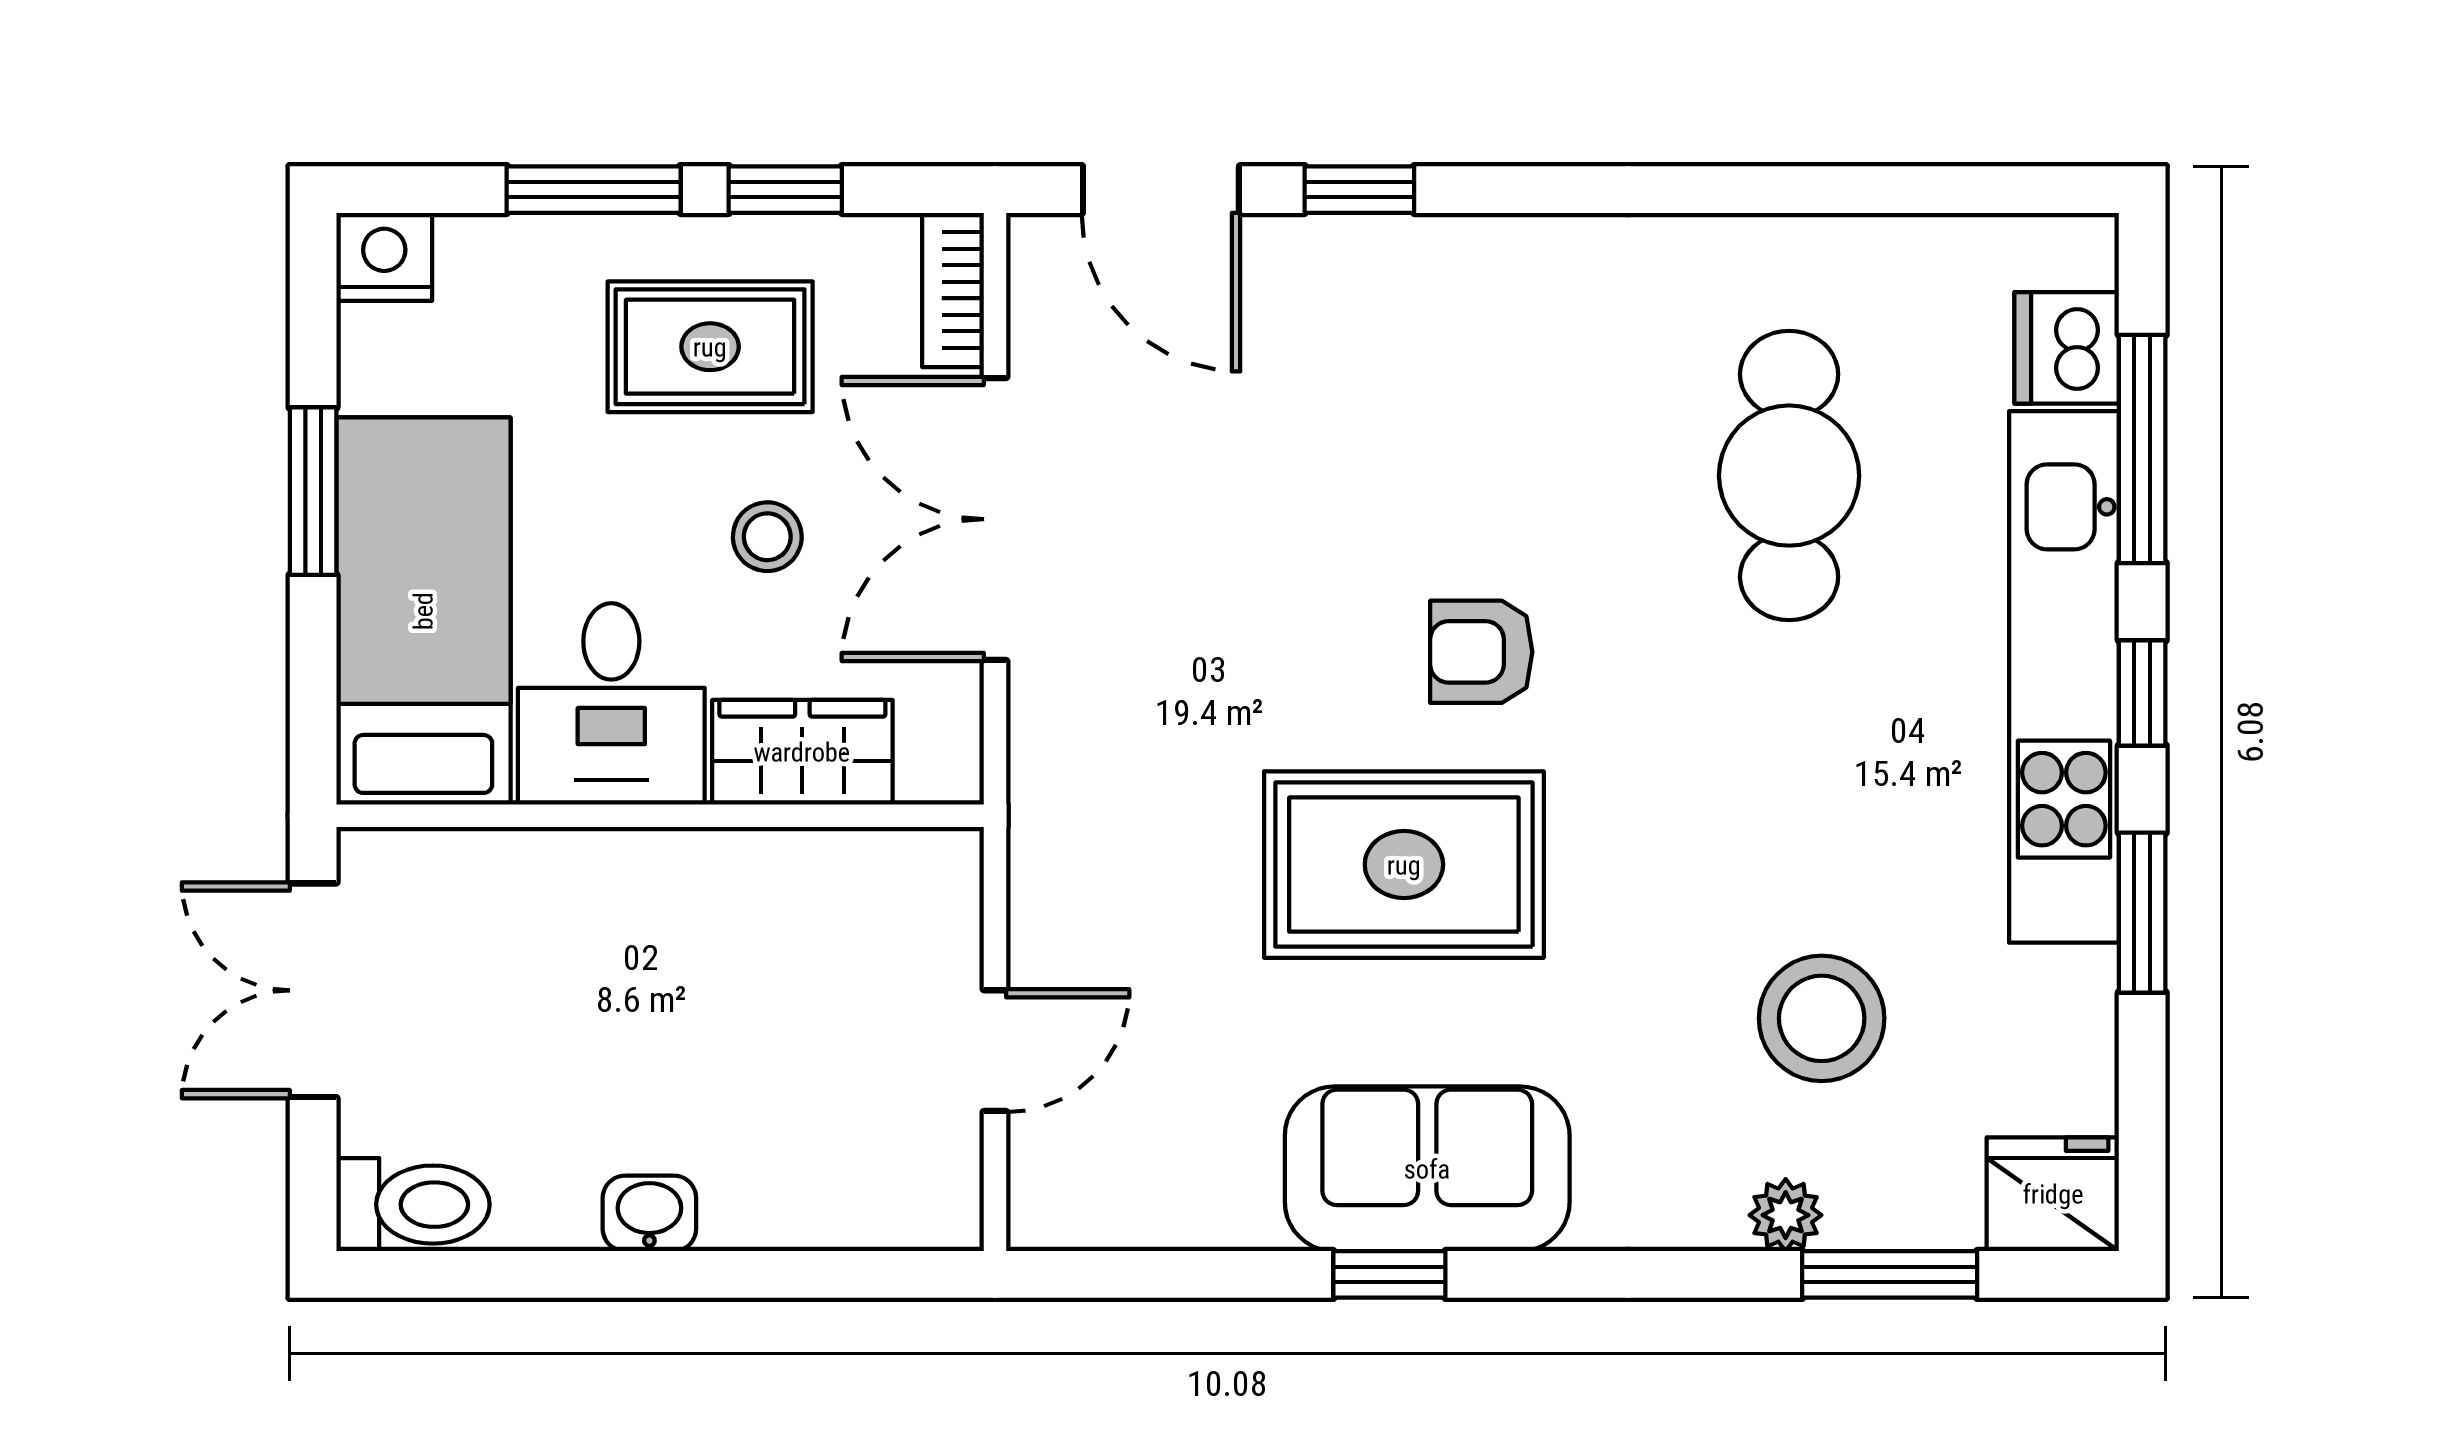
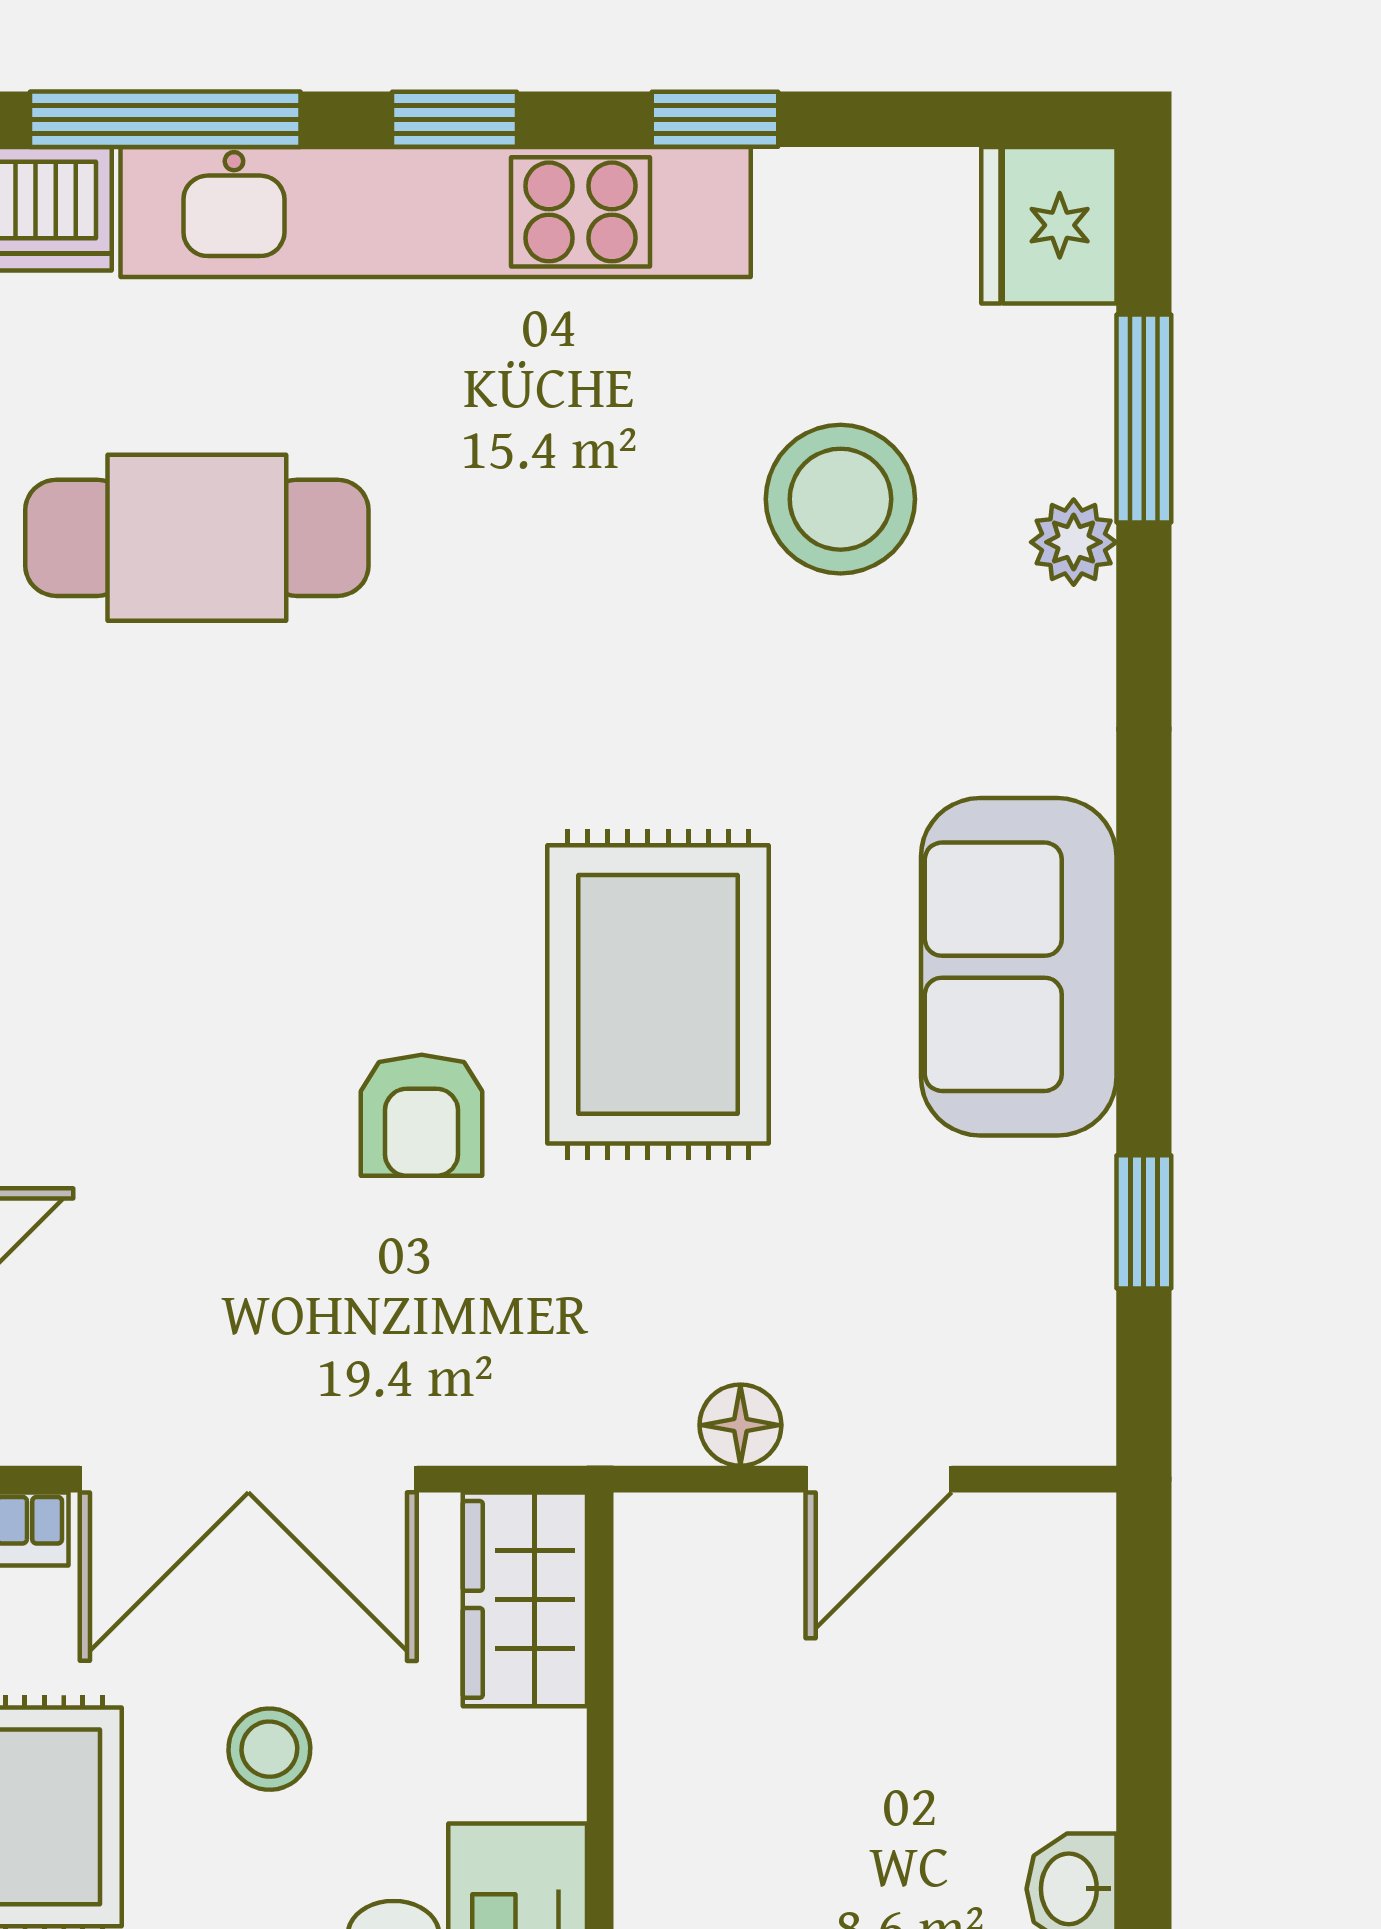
armchair: (1481, 652) -> (422, 1115), moved
wardrobe: (802, 752) -> (525, 1599), moved
window: (2142, 913) -> (715, 119), width x0.67
floor lamp: (1041, 934) -> (740, 1425), added
door: (995, 1051) -> (879, 1479), swing flipped
window: (1389, 1274) -> (1144, 1222), moved

